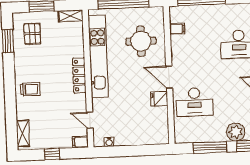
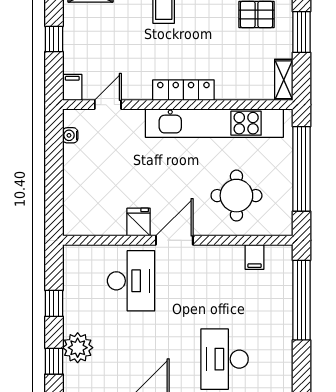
desk: (194, 102) -> (131, 281), turned 180
window: (210, 147) -> (54, 303), width x0.46

